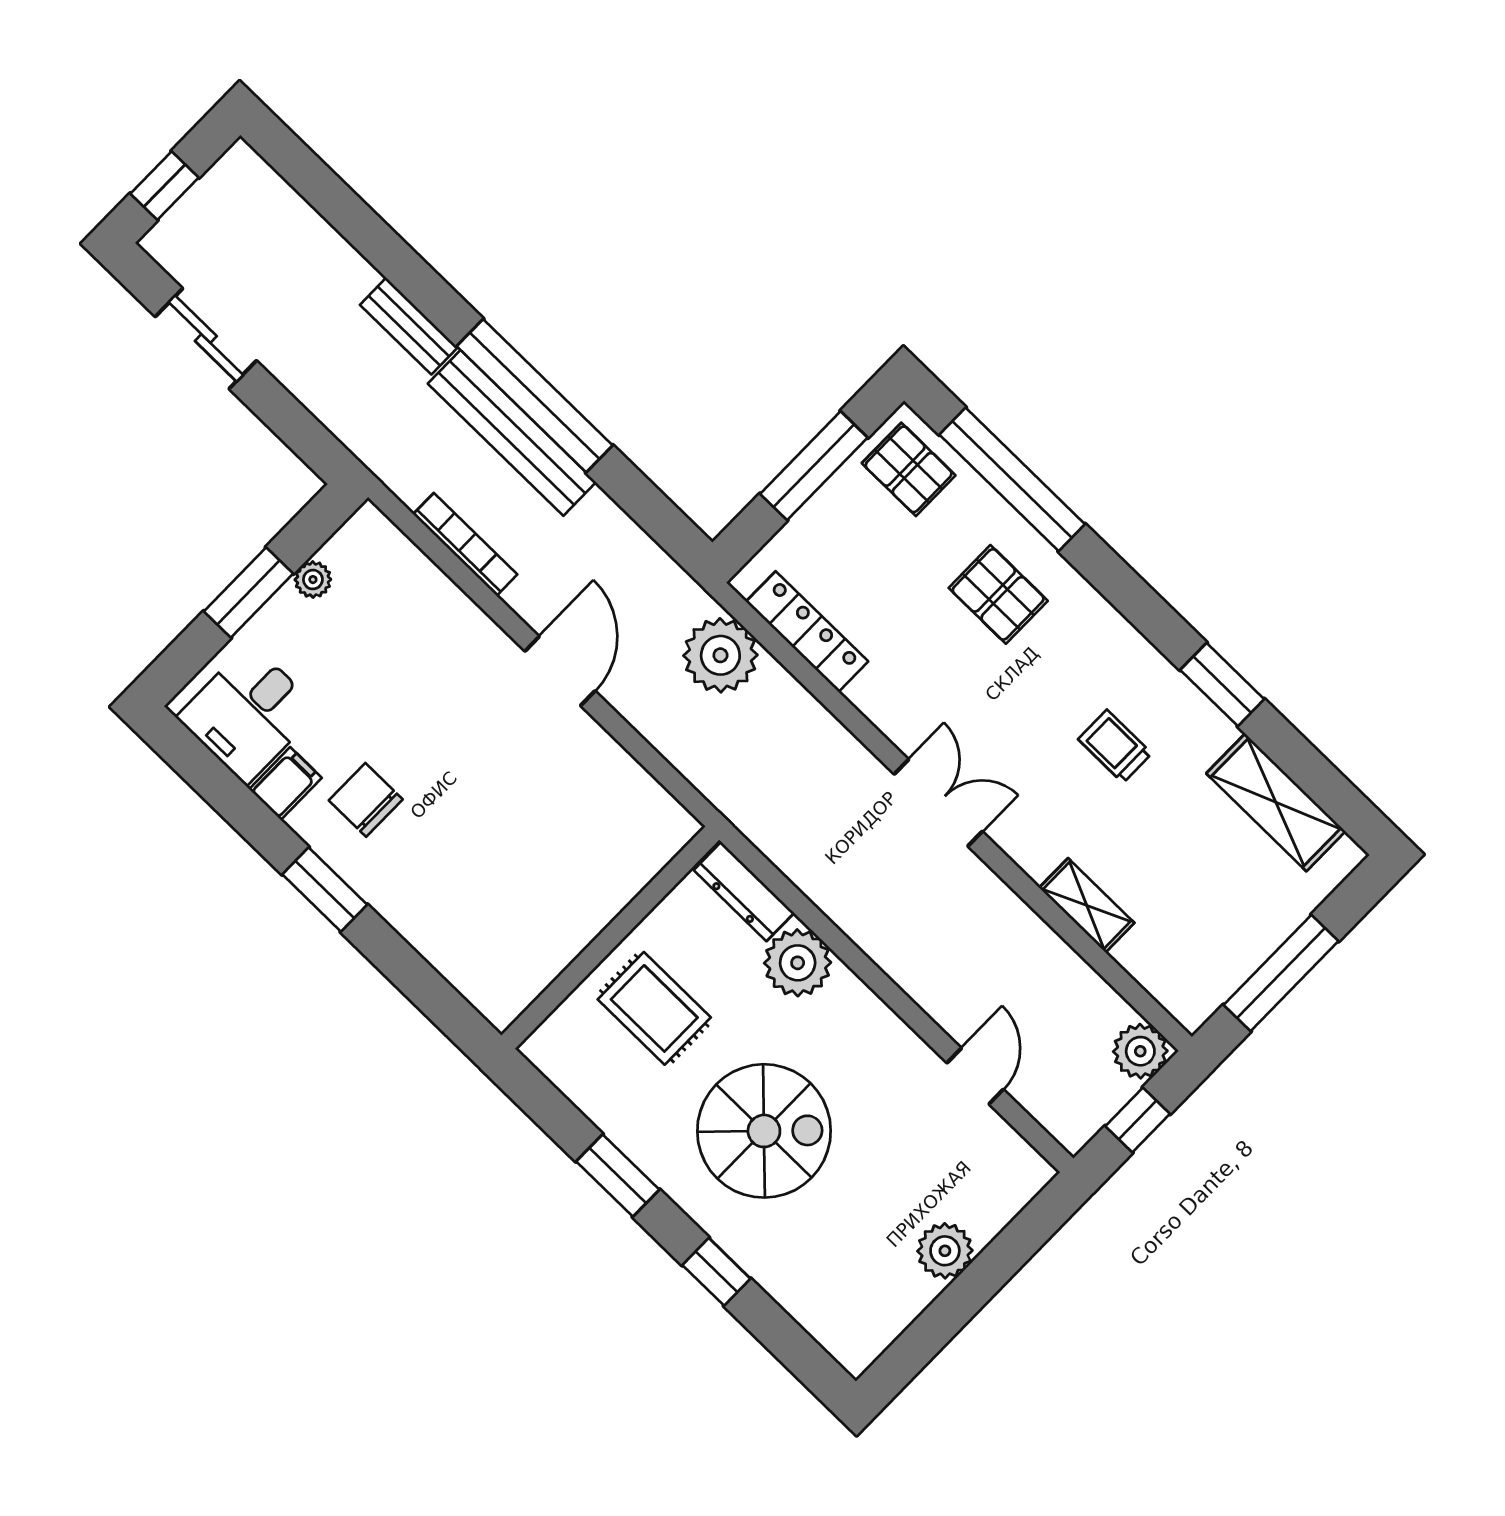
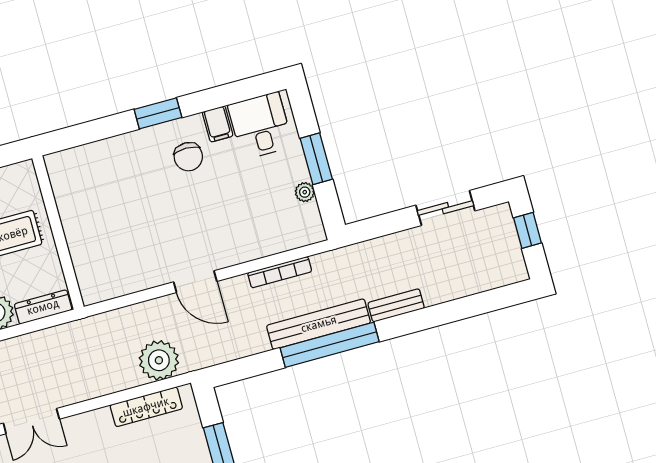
chair: (366, 800) -> (188, 157), turned 90

